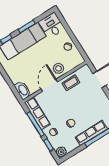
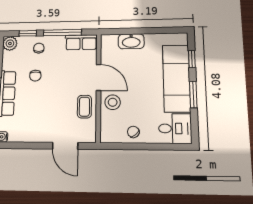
washbasin: (23, 90) -> (131, 41), moved
row of seats: (37, 113) -> (81, 42), width x0.68

